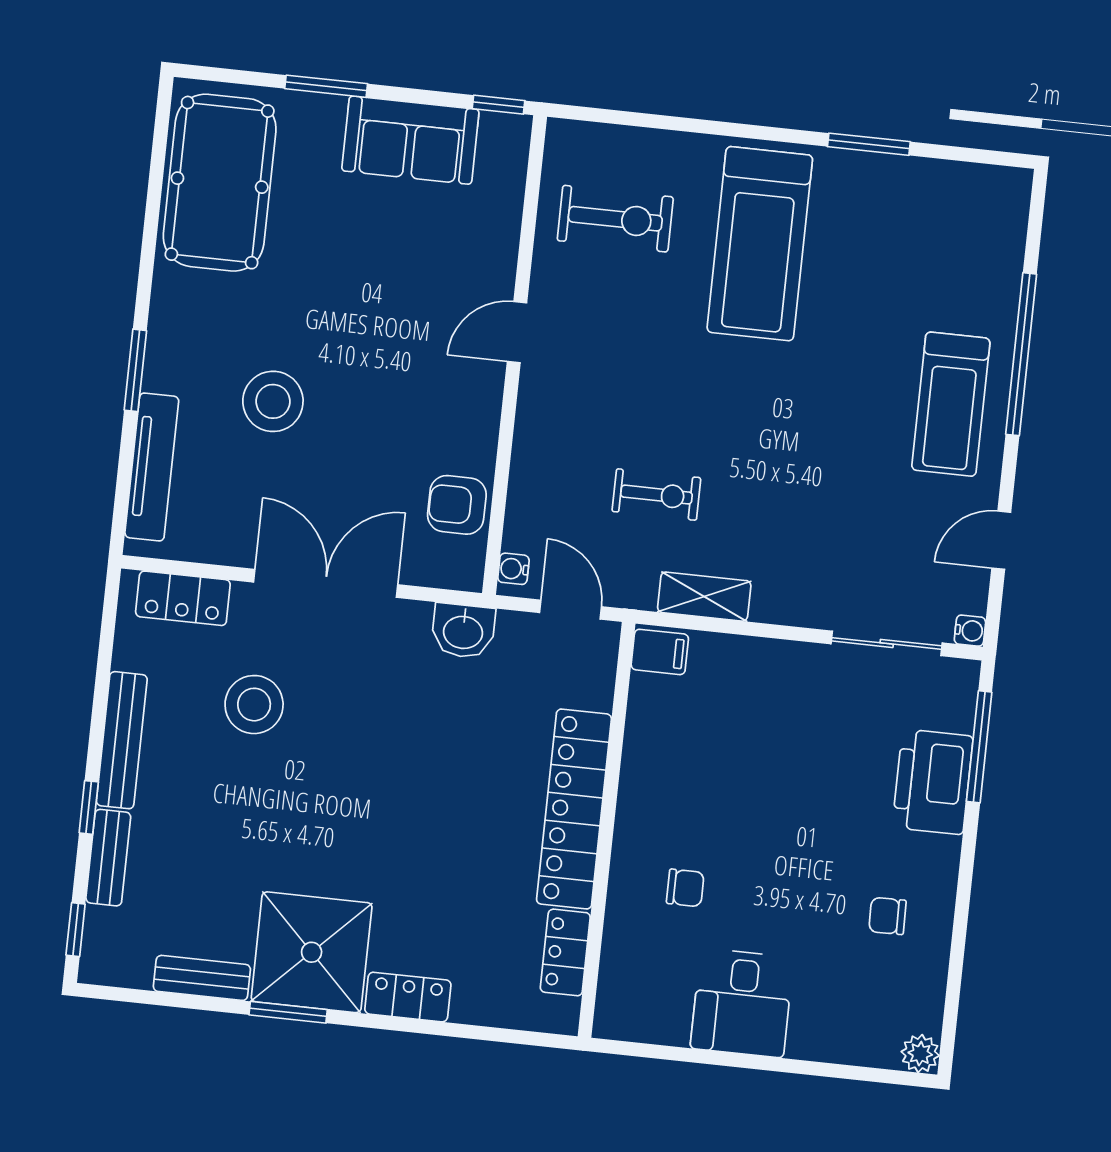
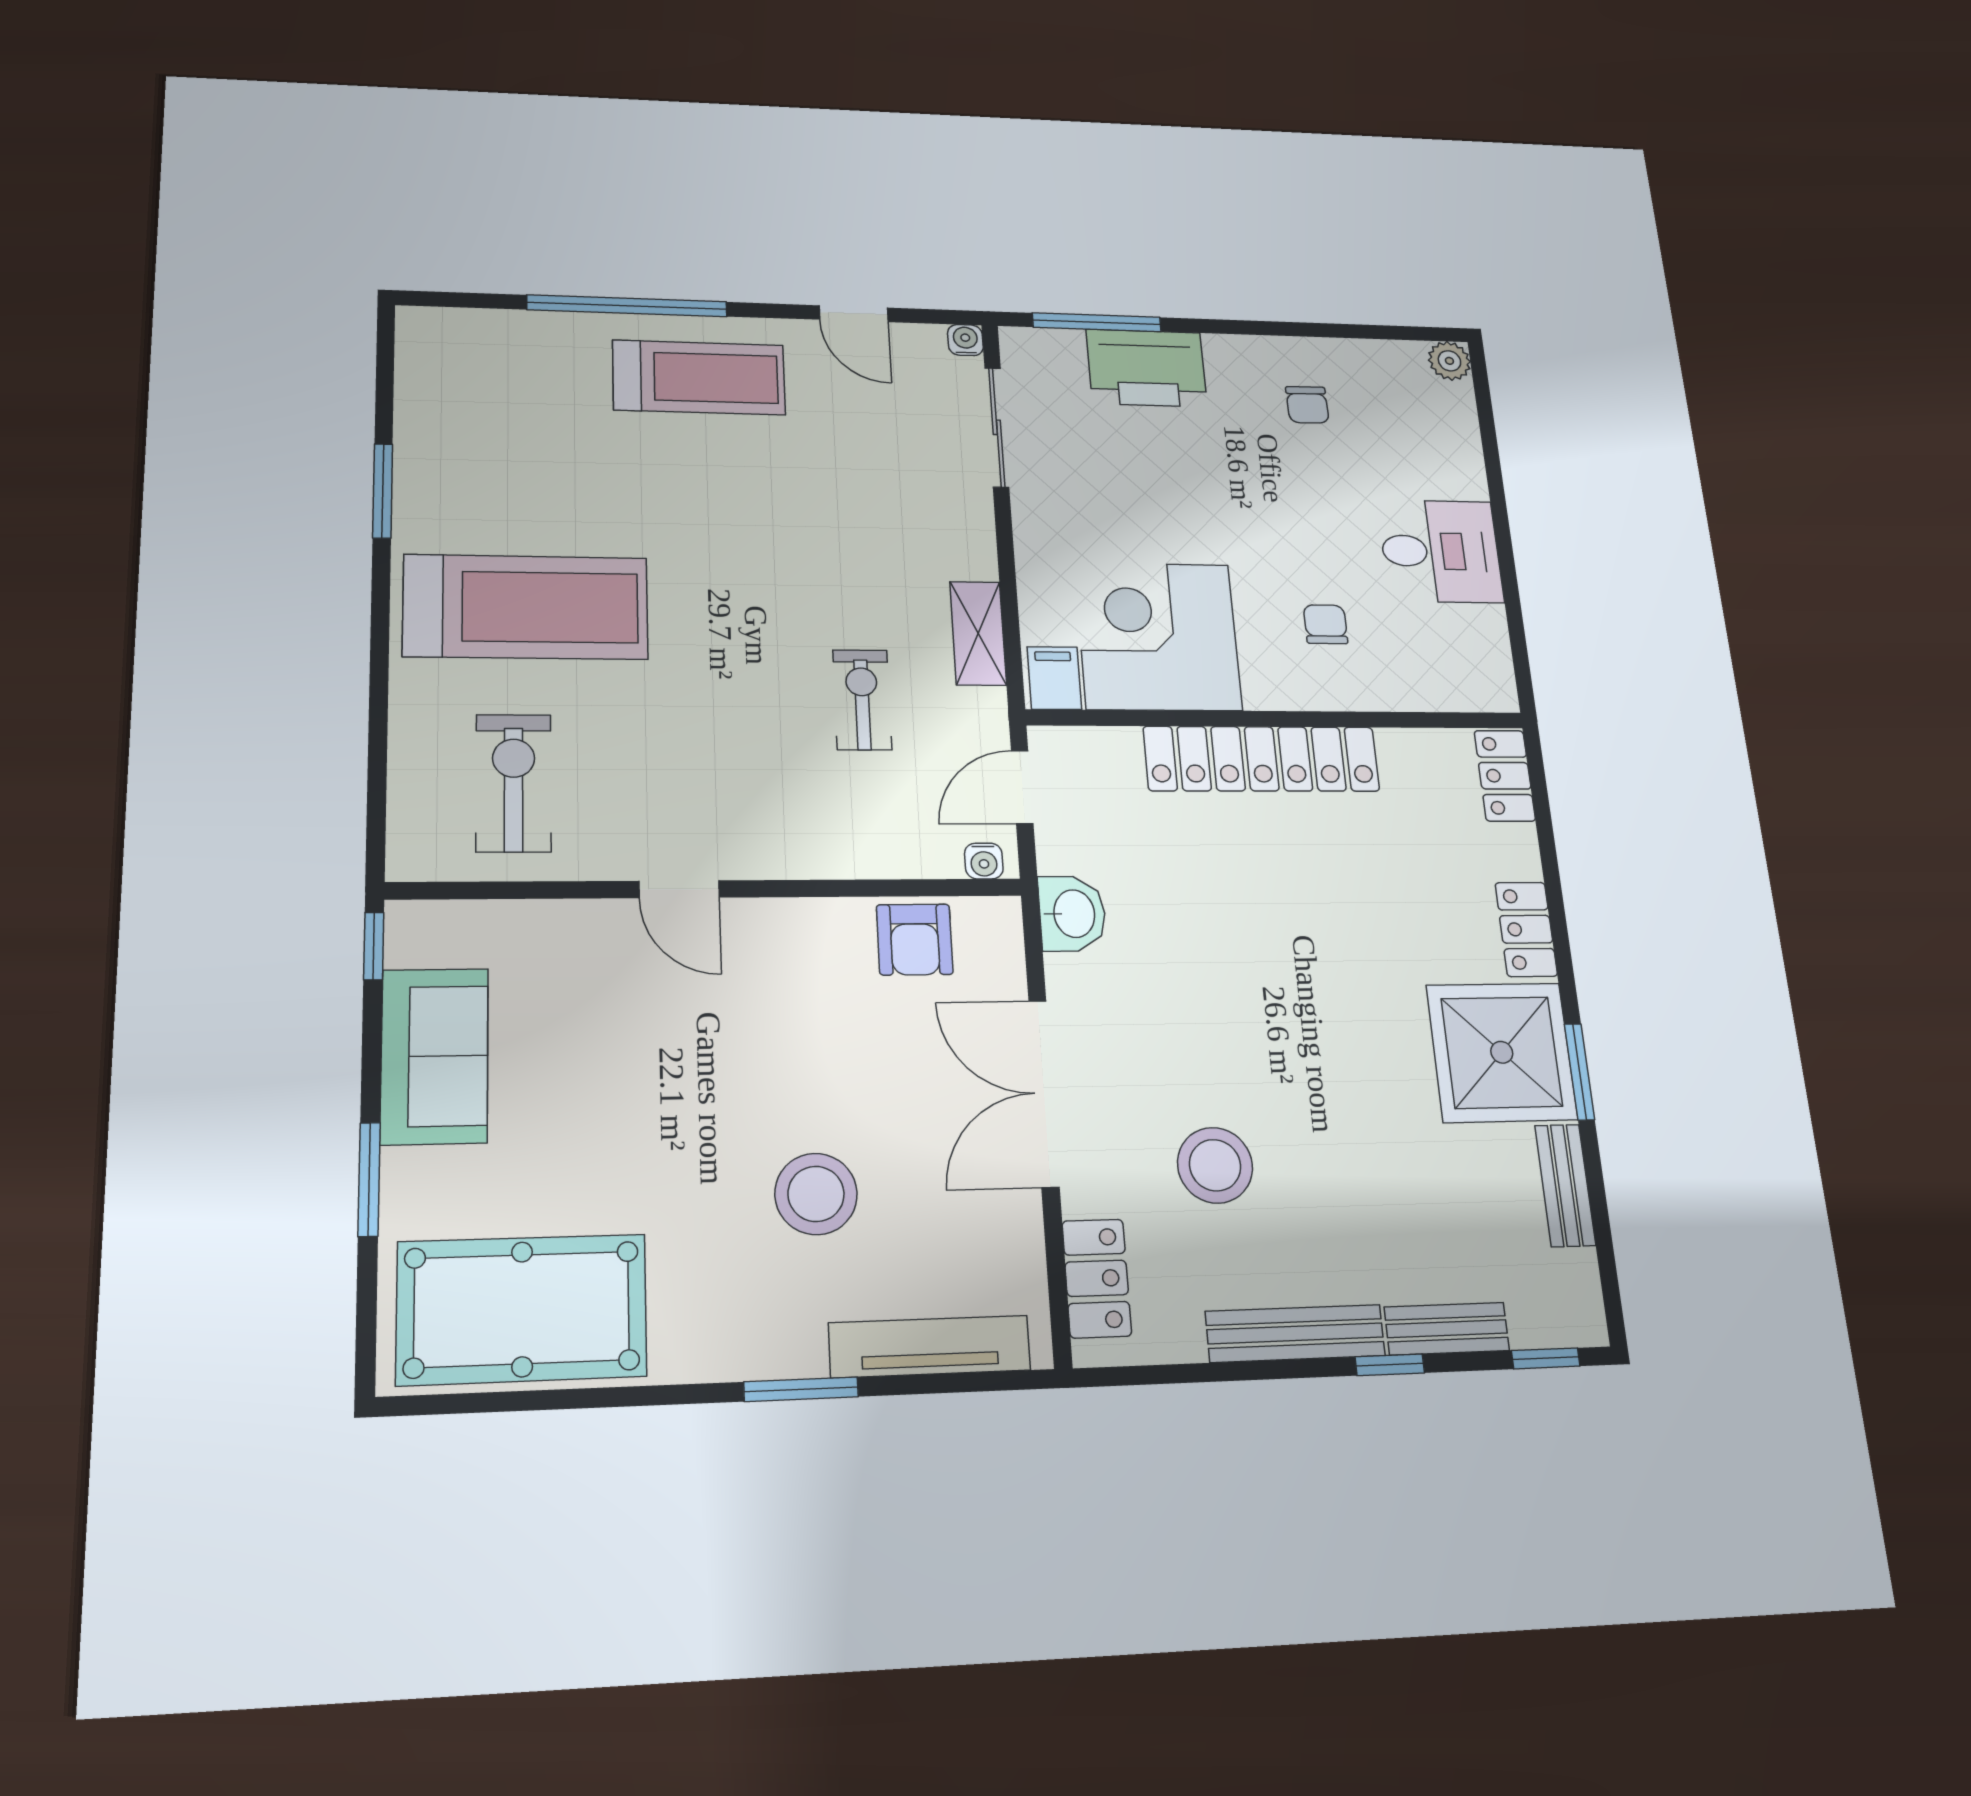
corner desk: (688, 744) -> (1158, 636), added
locker: (565, 952) -> (1505, 776), moved, turned 90

